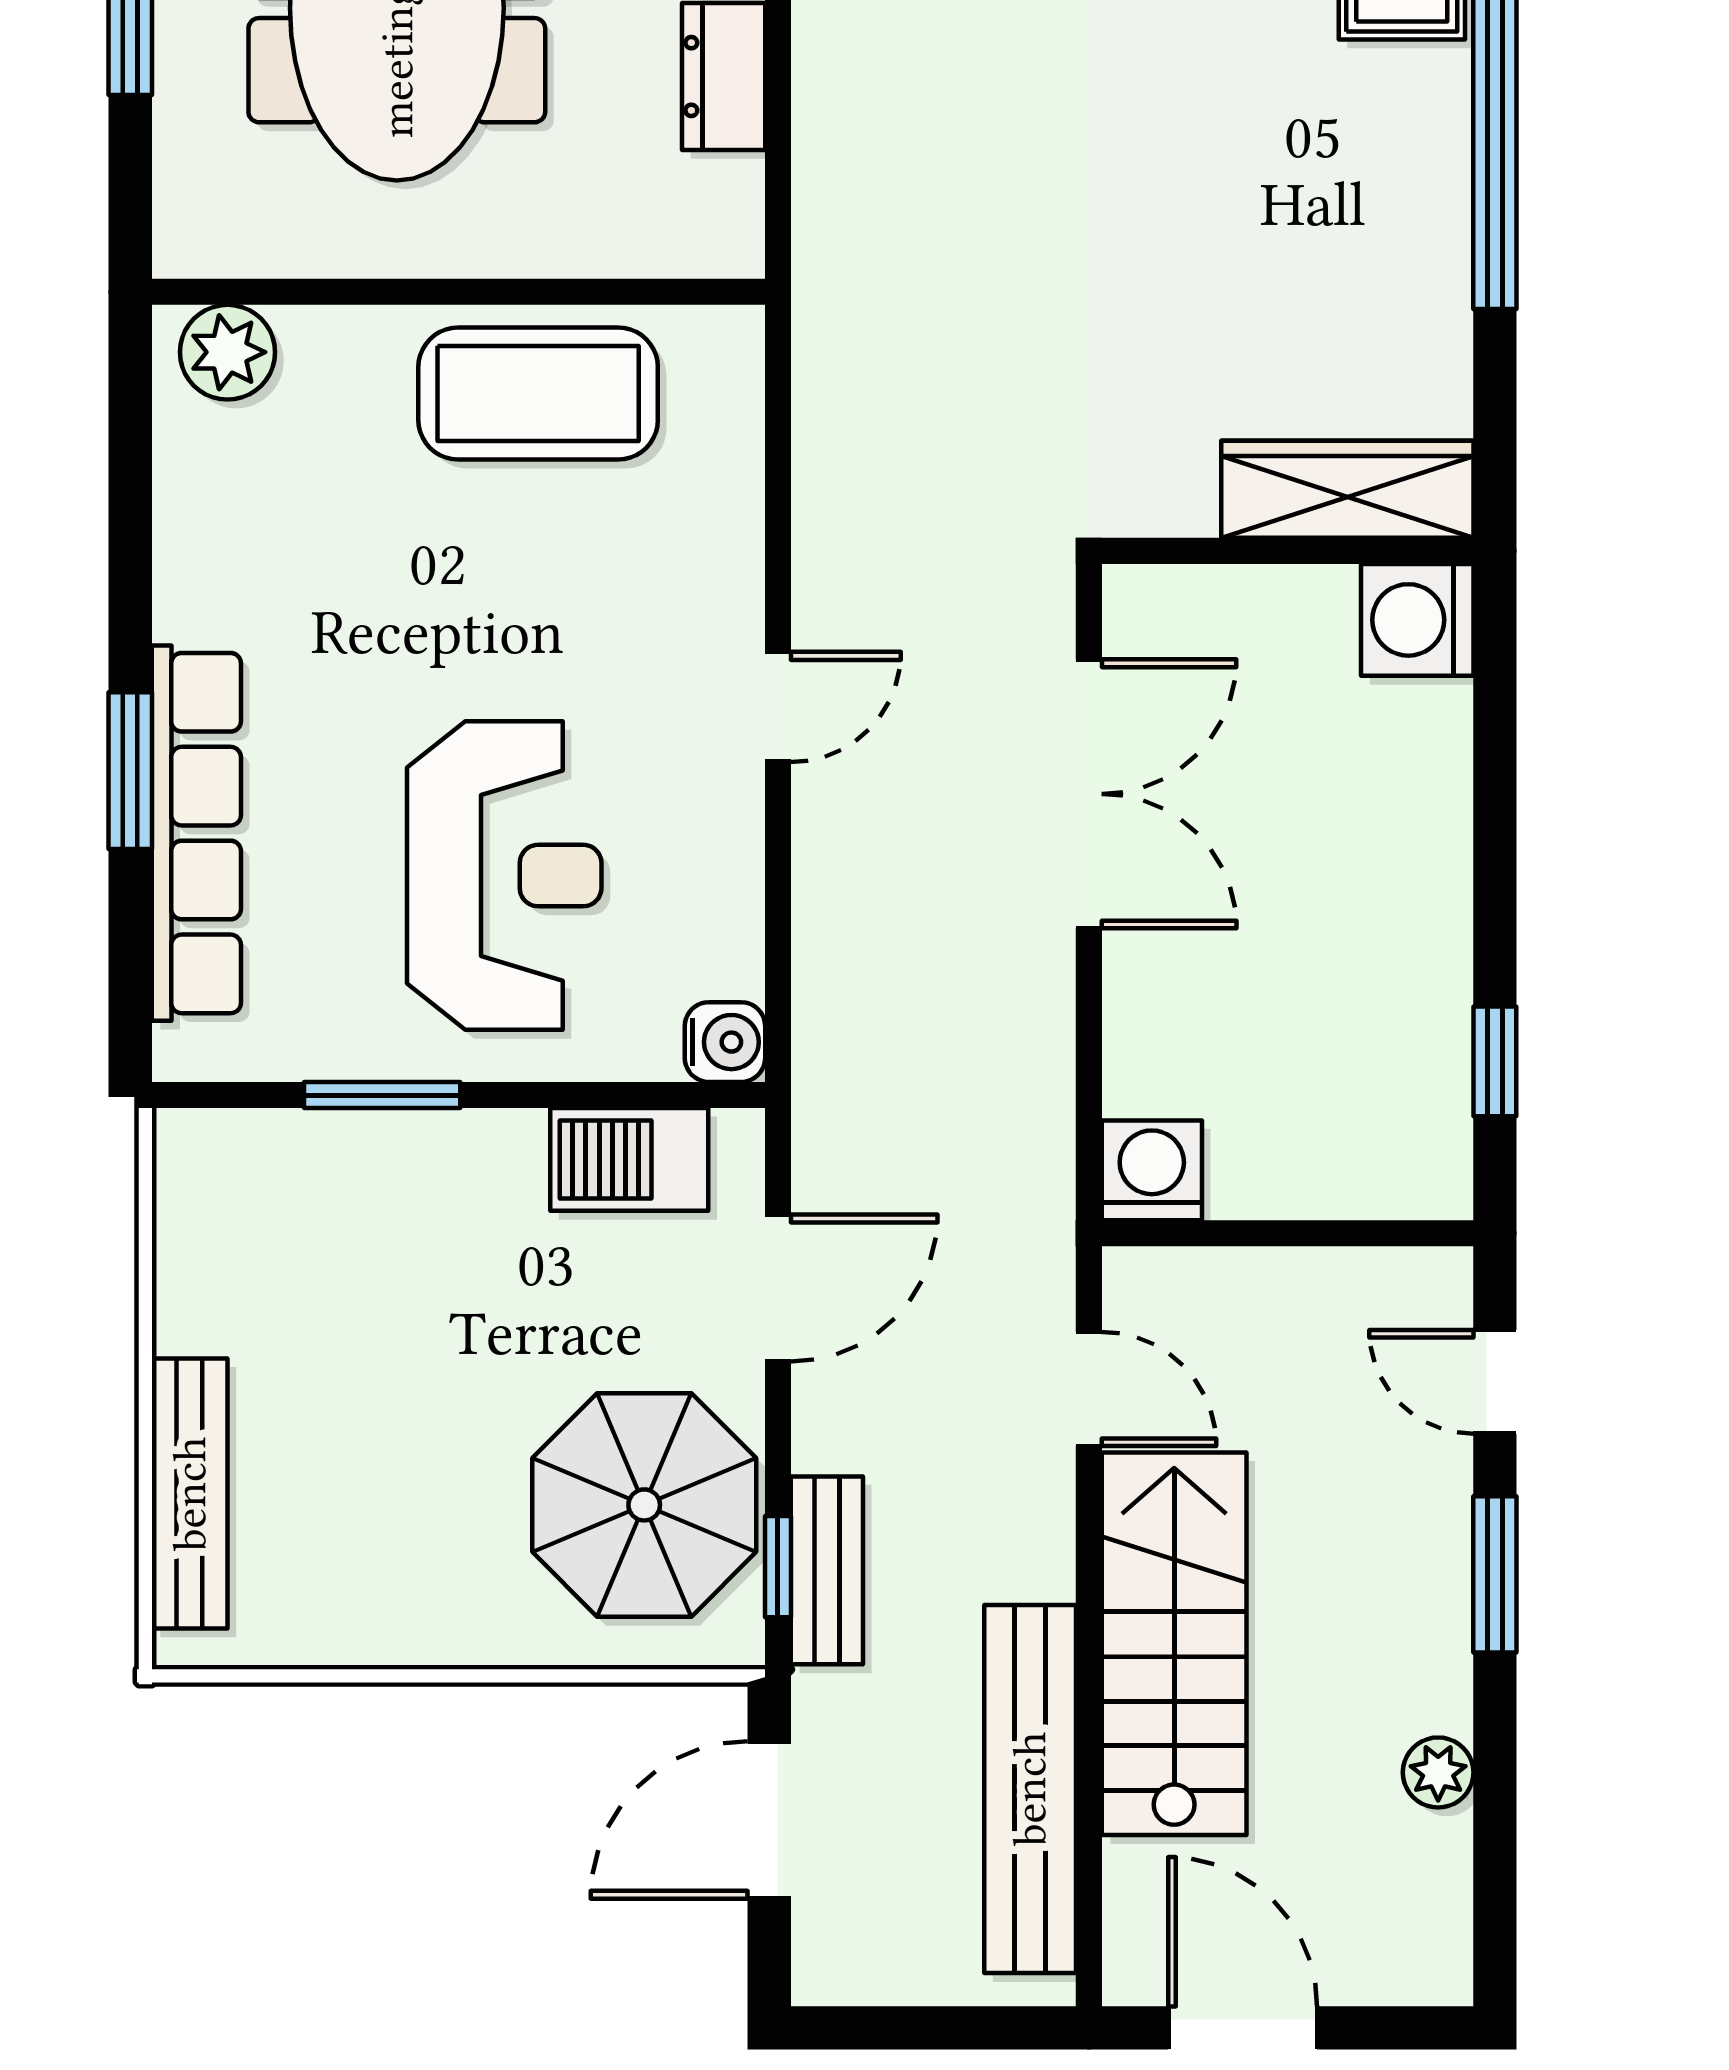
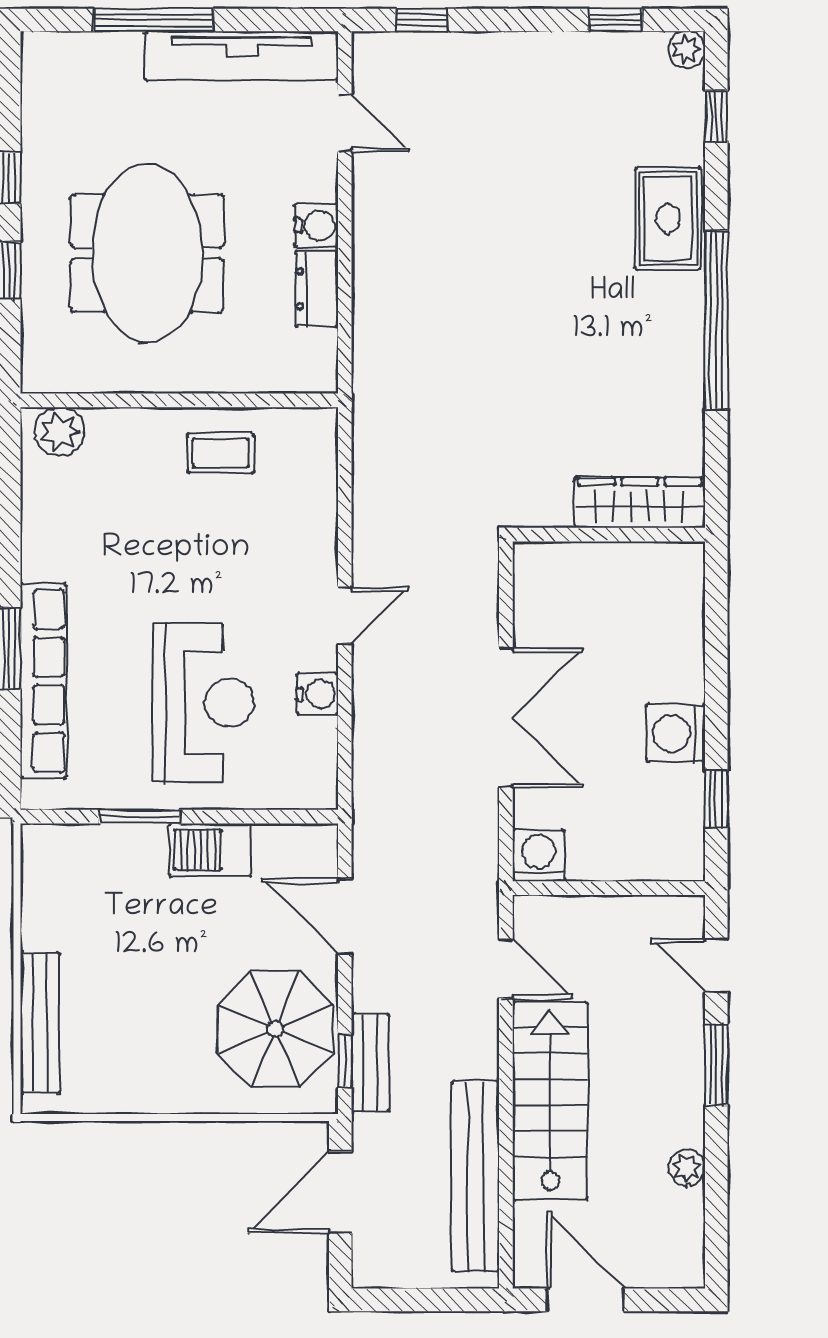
coffee table: (538, 394) -> (220, 453), width x0.54, depth x0.58
washing machine: (1417, 620) -> (676, 733), moved
double door: (1089, 794) -> (506, 718), moved
water cooler: (725, 1042) -> (317, 694), moved
barbecue: (629, 1159) -> (210, 850), moved
door: (778, 1288) -> (345, 917), swing flipped

